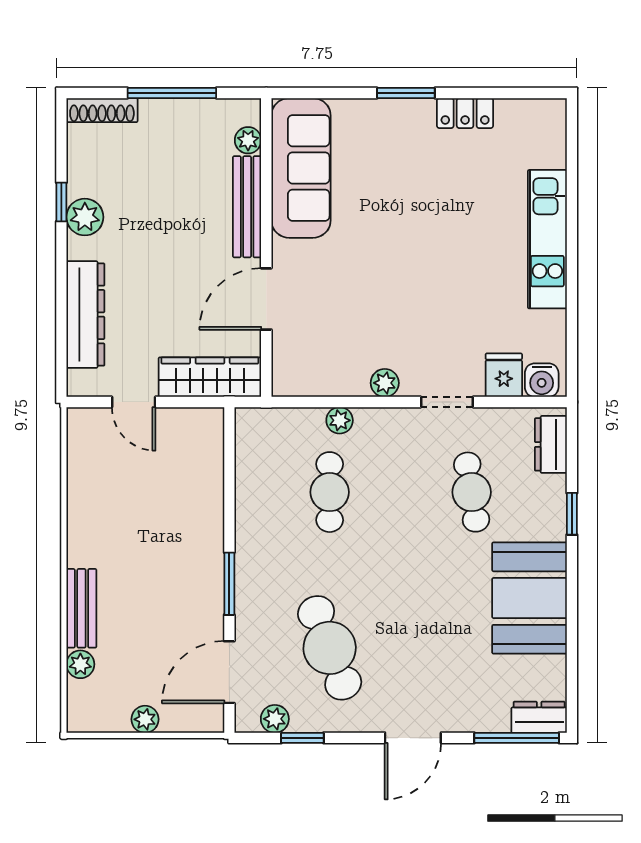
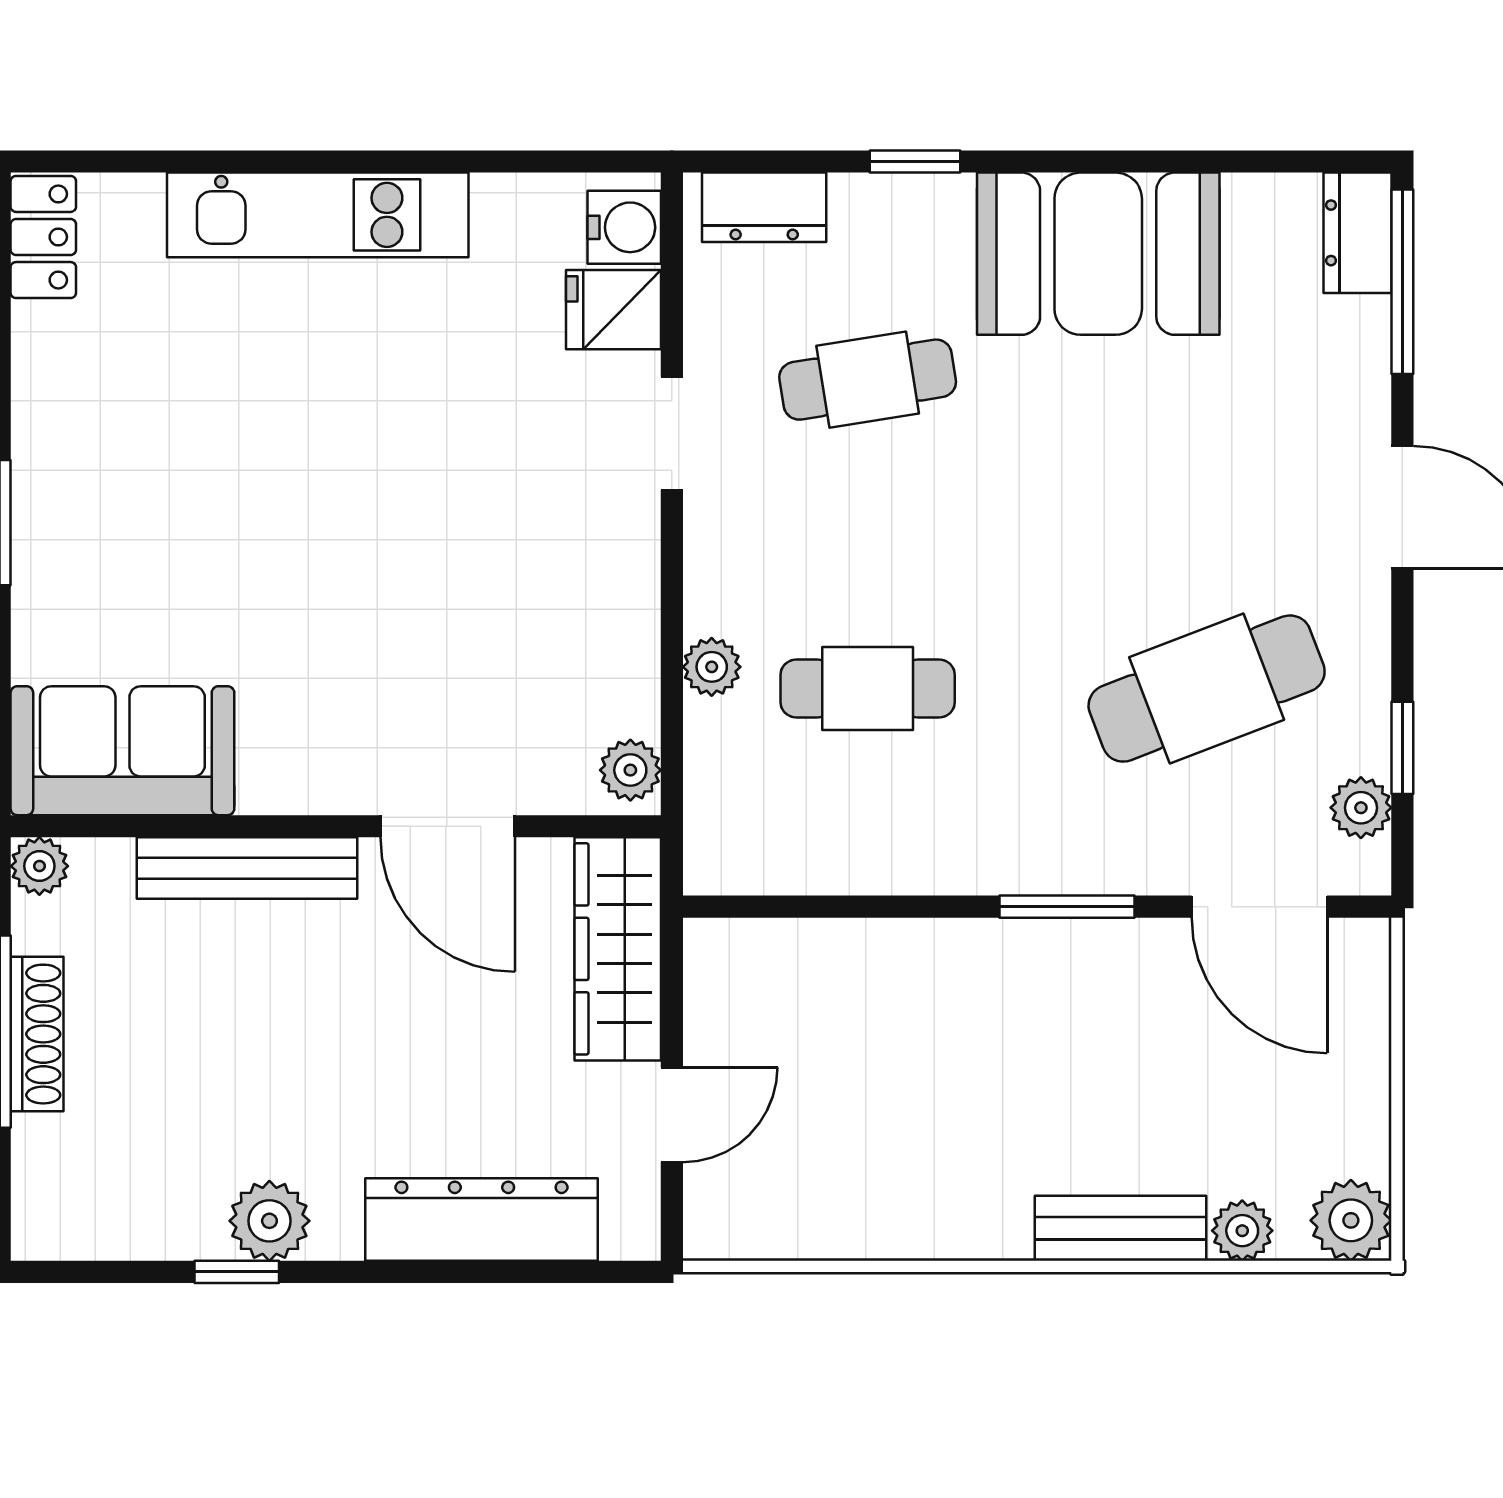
shoe rack: (102, 110) -> (37, 1034), moved
locker: (465, 113) -> (43, 237), moved
plant: (248, 140) -> (39, 866), moved
sofa: (301, 168) -> (122, 751), width x0.73
plant: (385, 383) -> (630, 770), moved
plant: (145, 719) -> (1351, 1220), moved, width x1.38, depth x1.38

